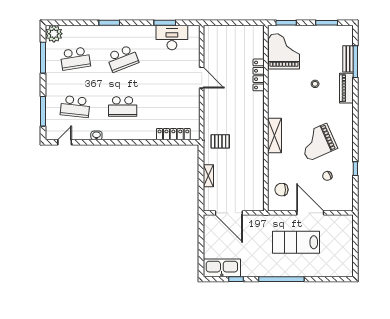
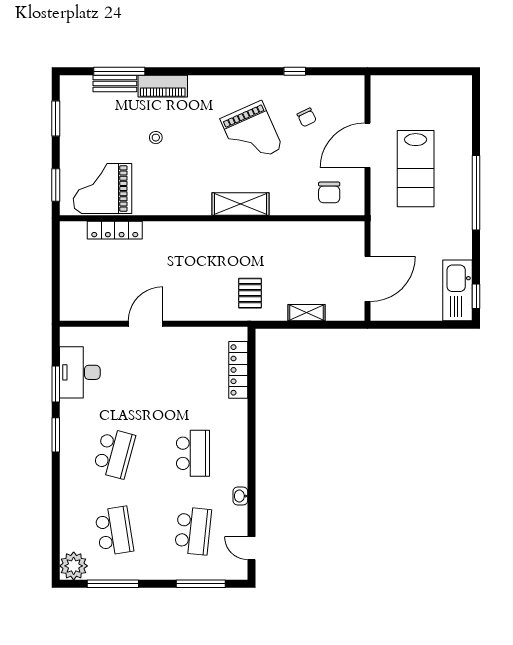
window: (109, 23) -> (56, 435), moved
school desk: (123, 58) -> (114, 453), turned 36
locker: (259, 75) -> (115, 230), moved
window: (236, 279) -> (476, 296), moved

